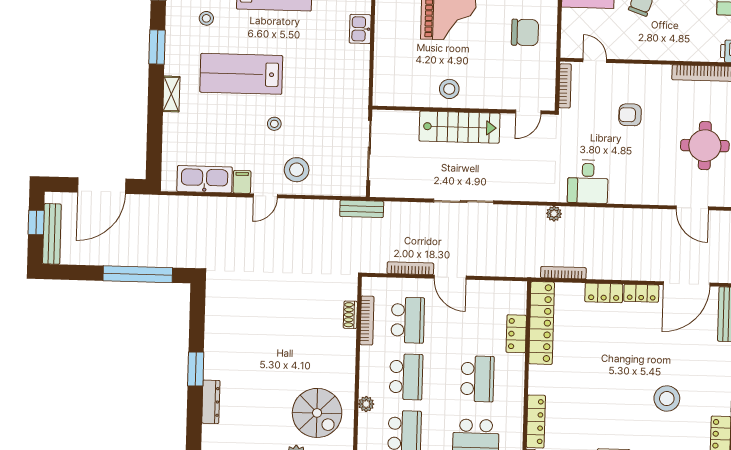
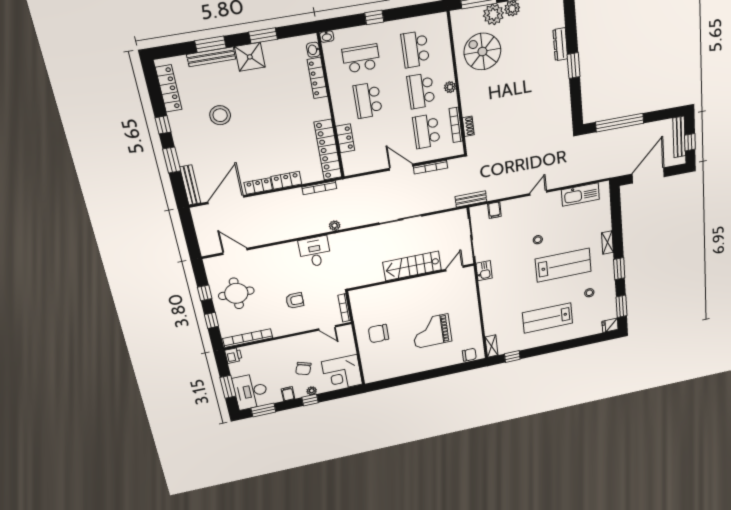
kitchen sink: (360, 29) -> (484, 271), moved
stool: (449, 89) -> (423, 288), removed
door: (528, 112) -> (455, 268), moved
stool: (297, 170) -> (519, 214), removed
filing cabinet: (242, 182) -> (494, 210), moved
plant: (366, 404) -> (450, 87), moved

